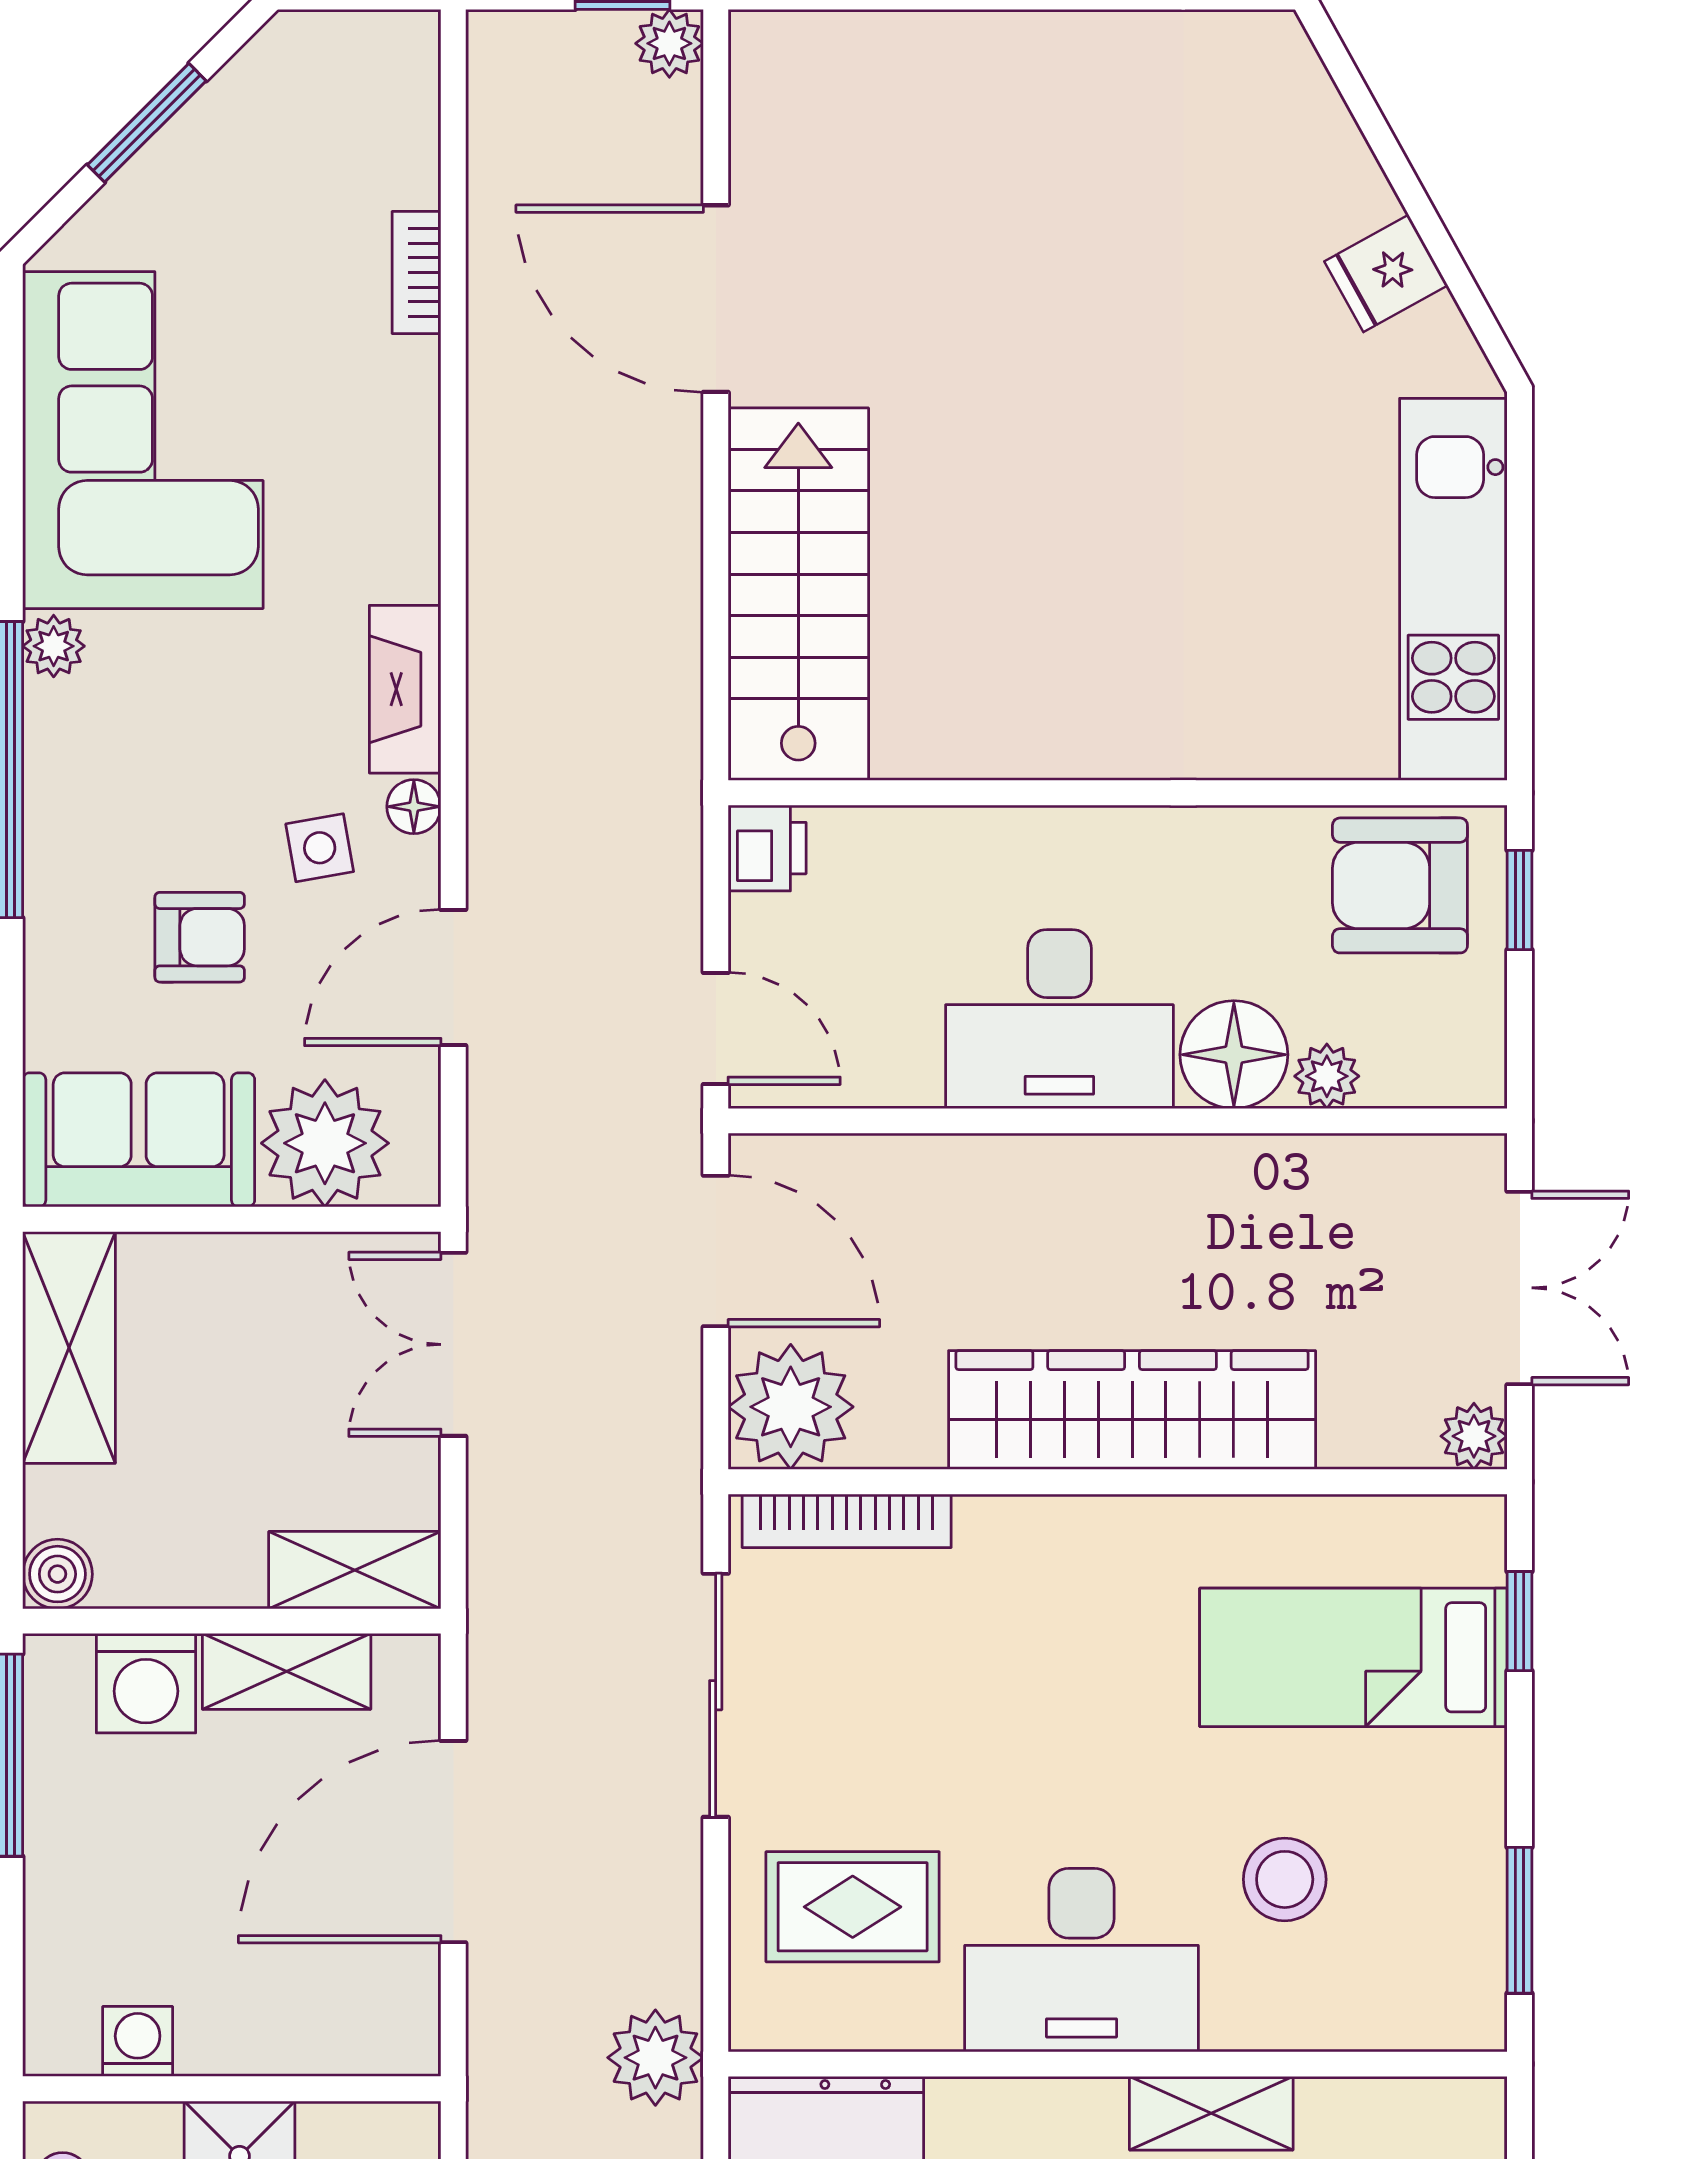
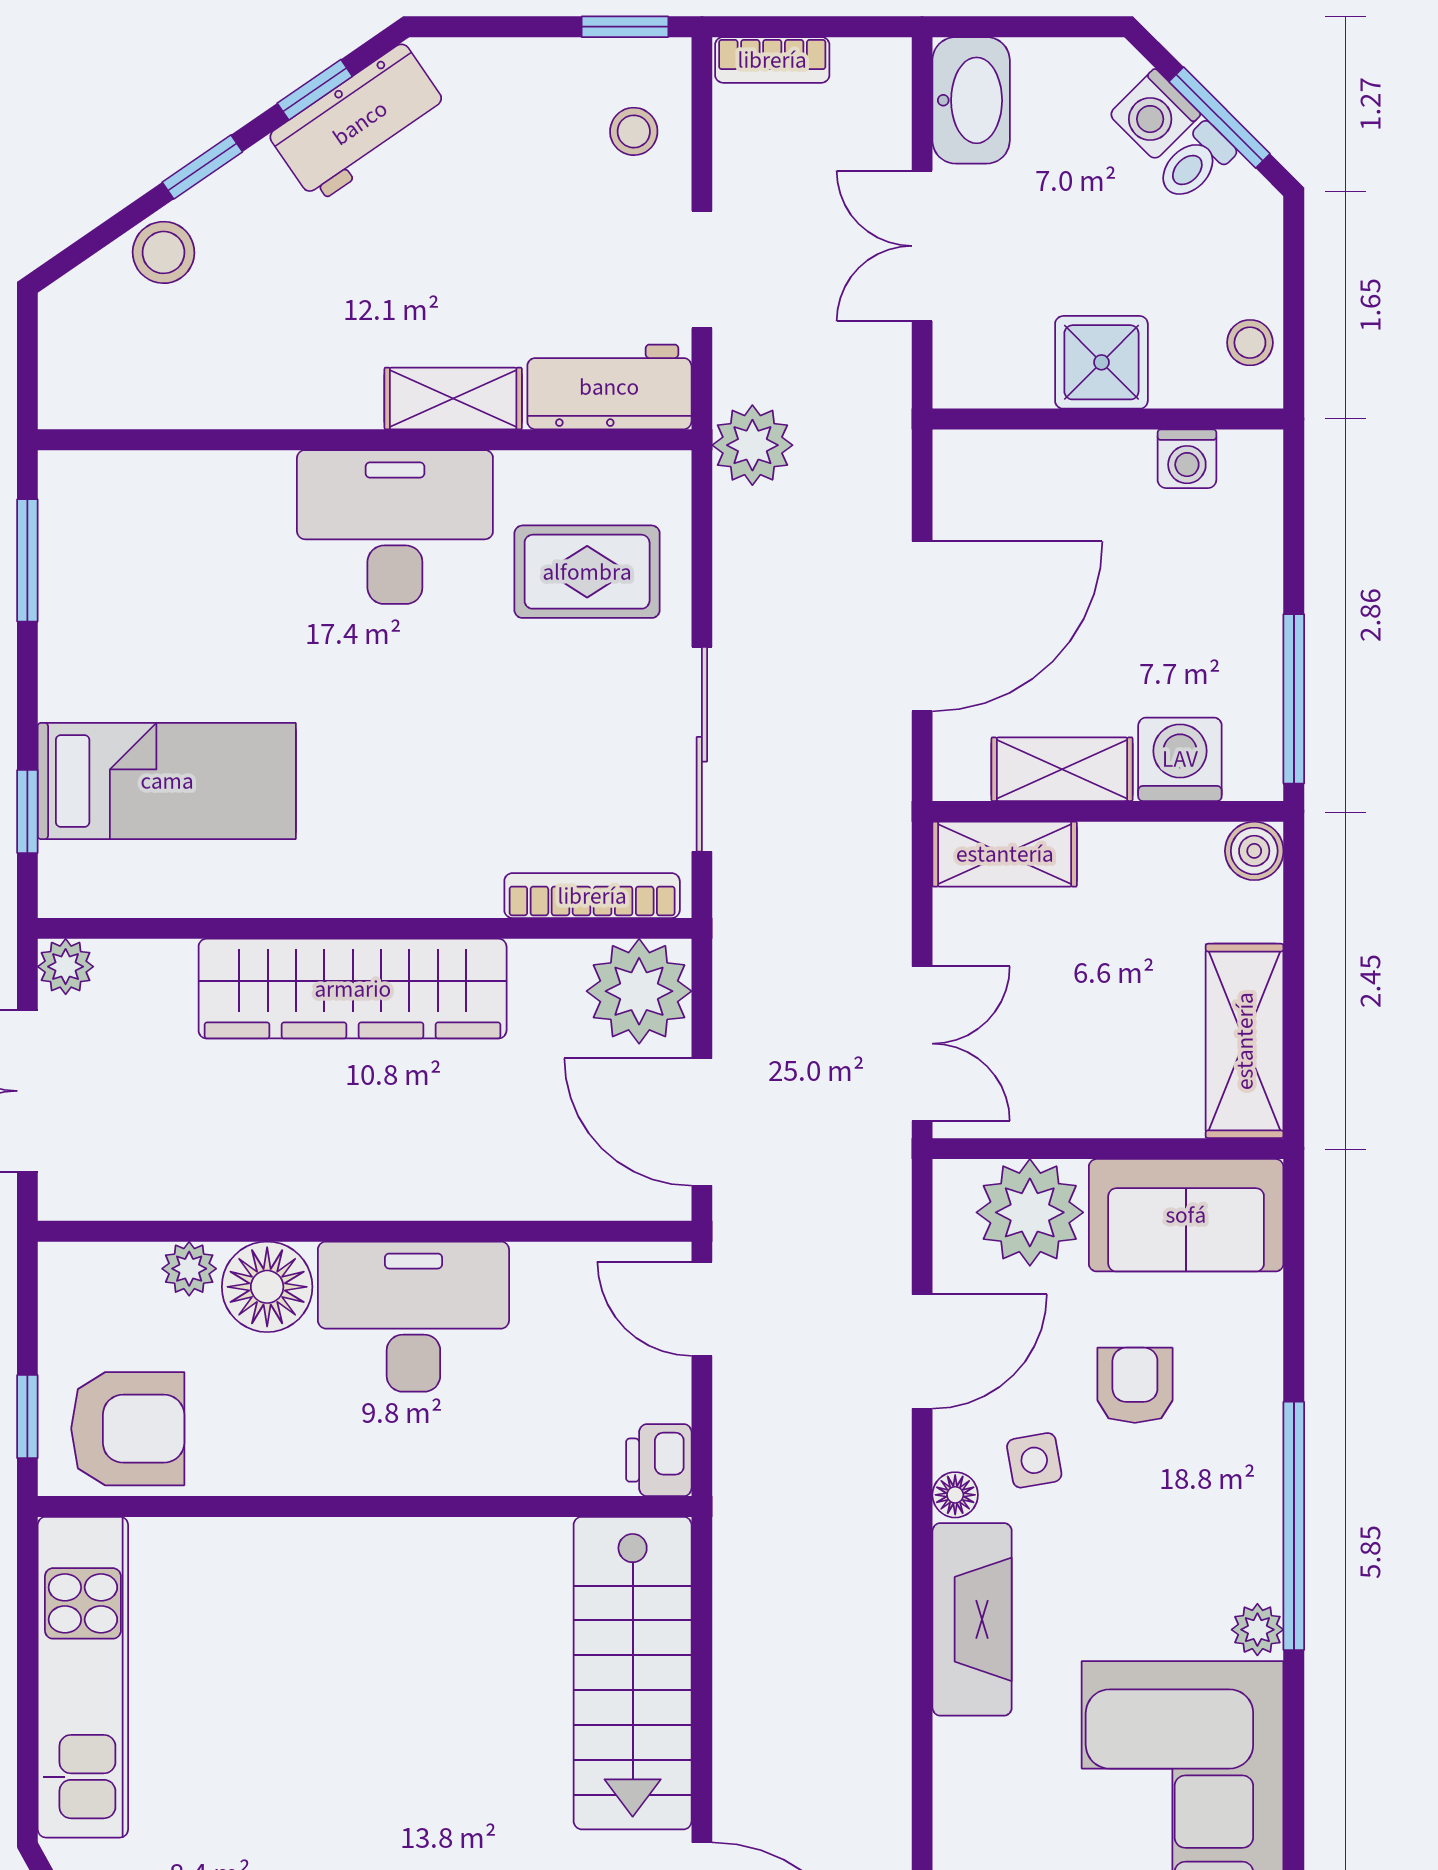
fireplace: (405, 689) -> (972, 1619), width x1.37, depth x1.32
armchair: (200, 937) -> (1135, 1385), turned 90
stool: (1285, 1879) -> (224, 595), removed
shelving: (1211, 2113) -> (453, 398), moved

